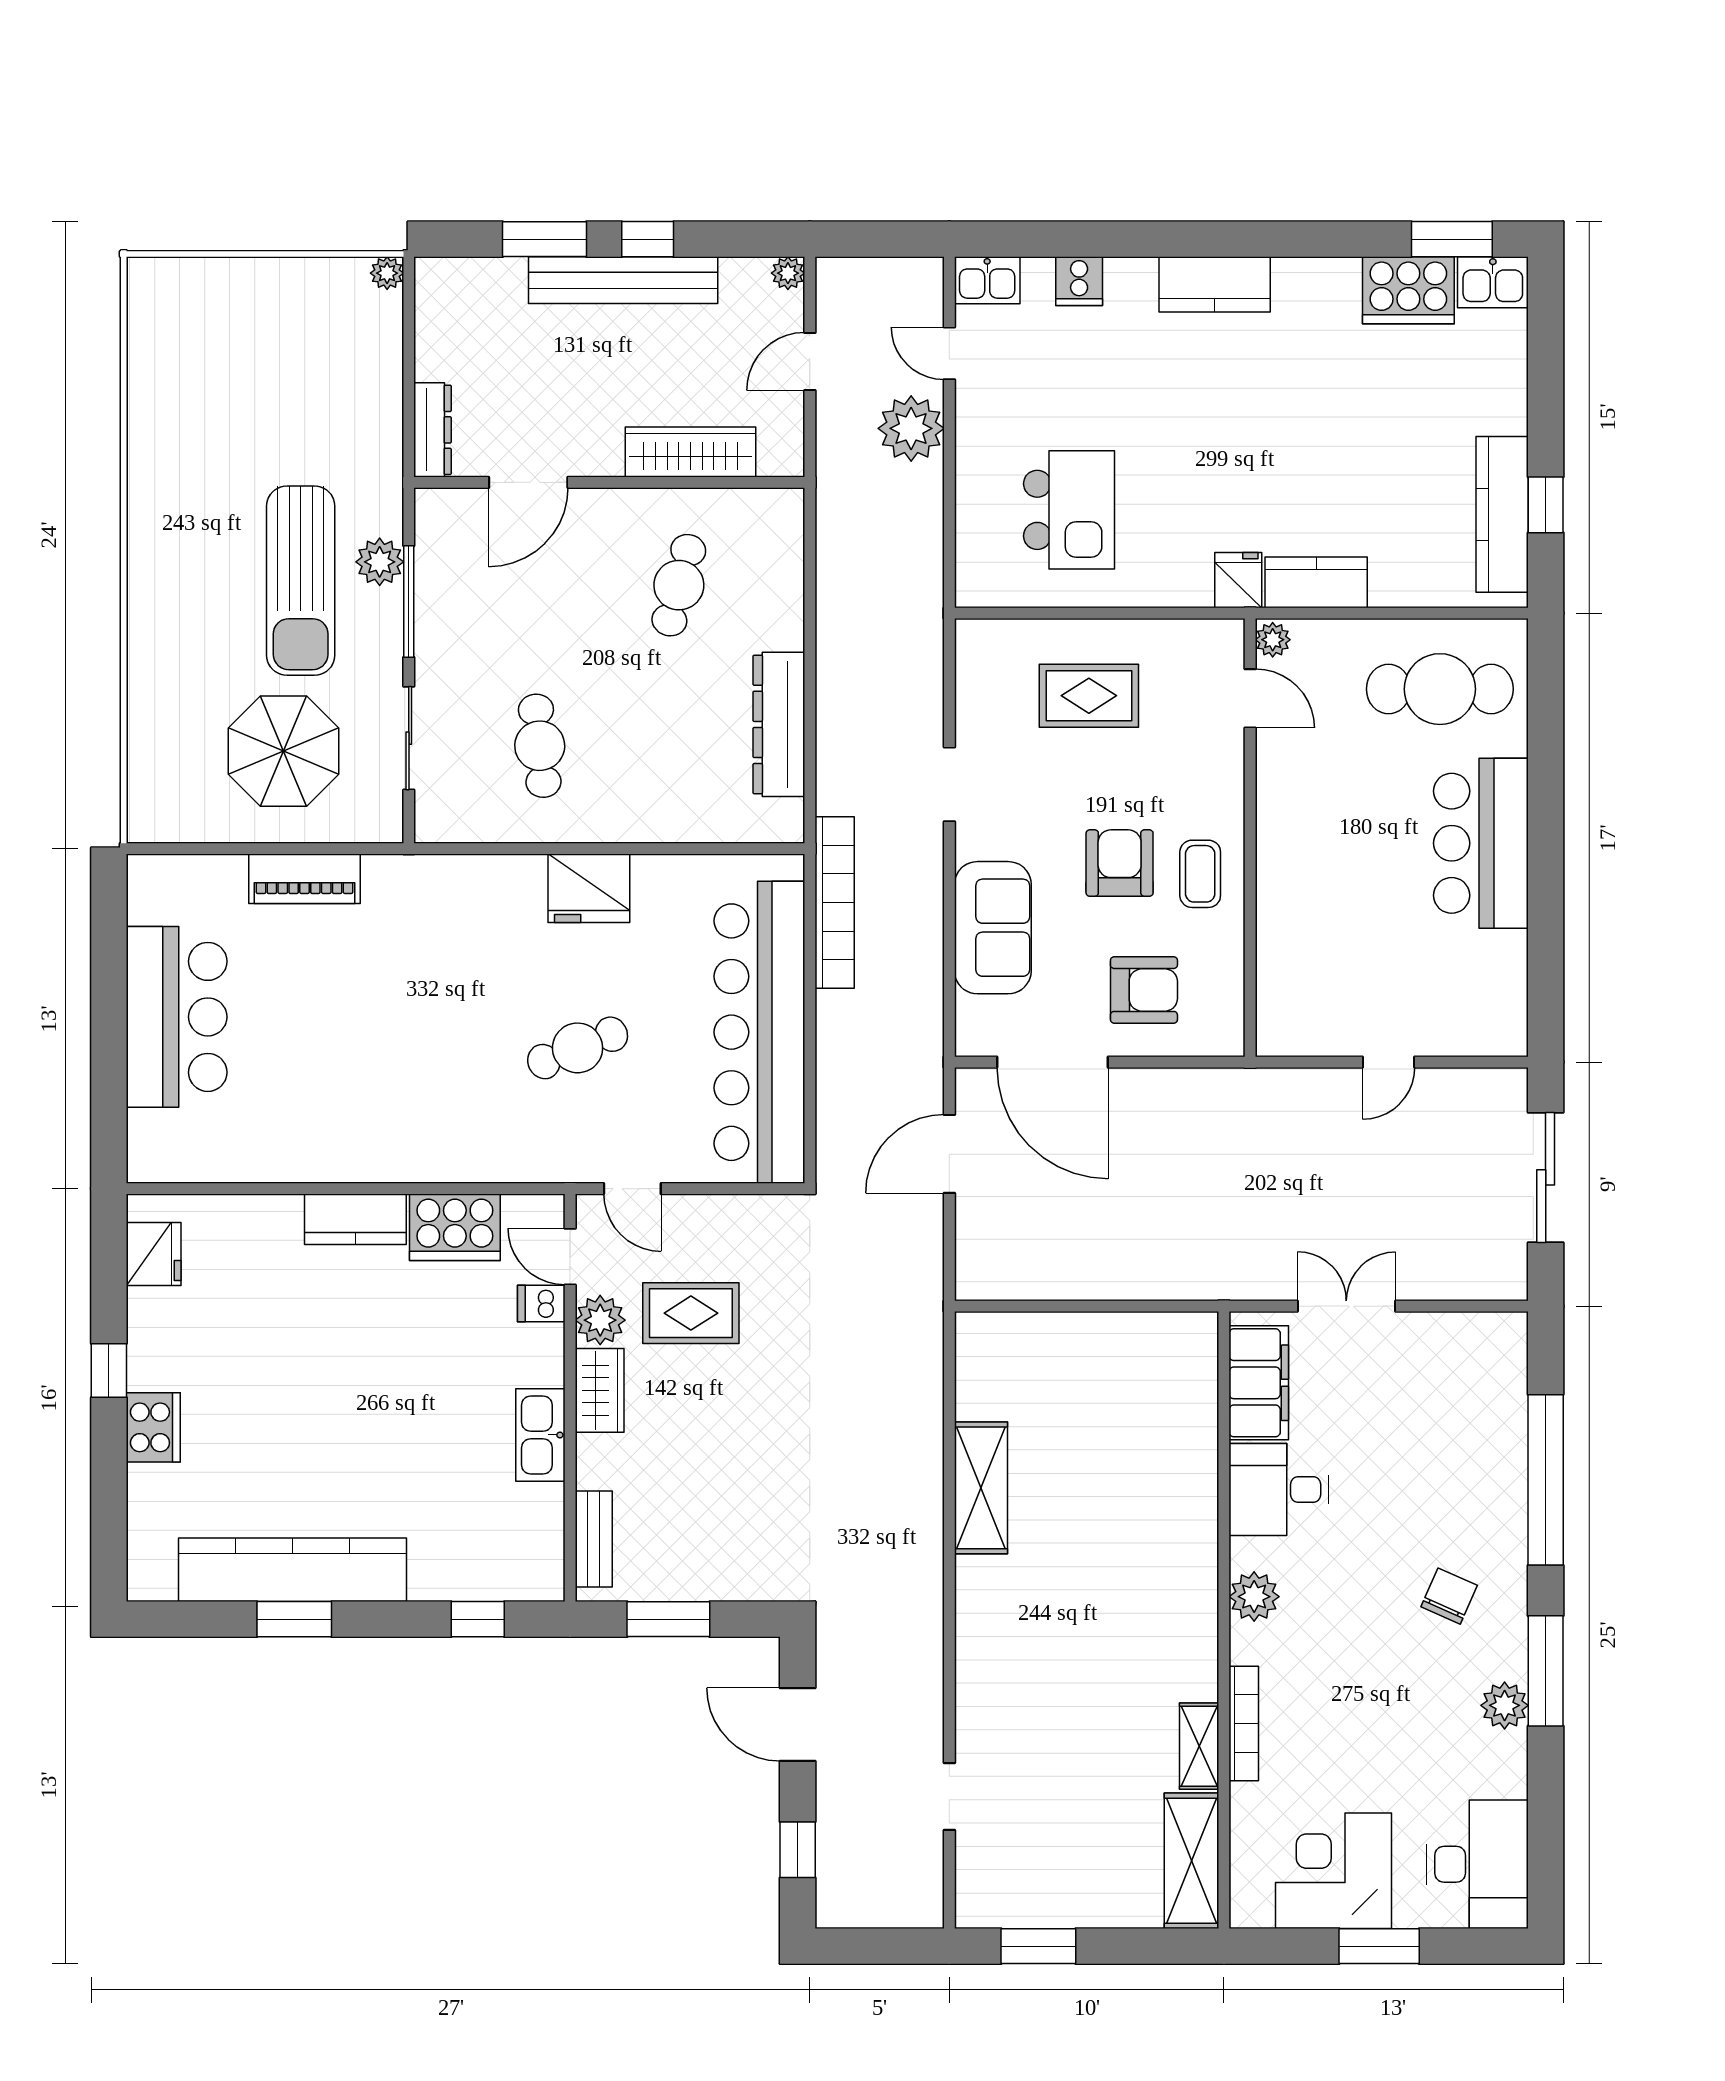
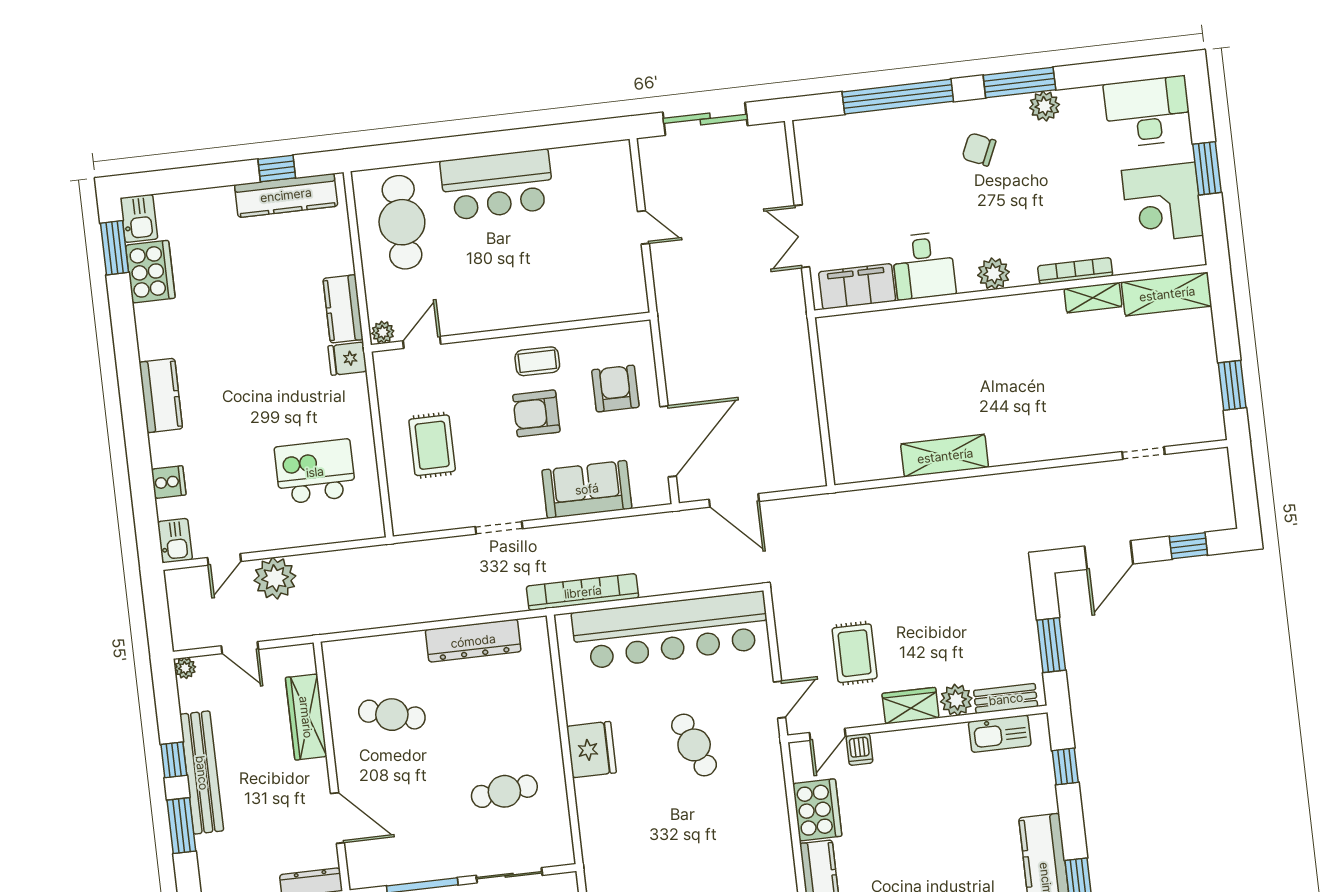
plant: (600, 1320) -> (956, 700), moved
kitchen sink: (540, 1435) -> (1000, 734), moved

